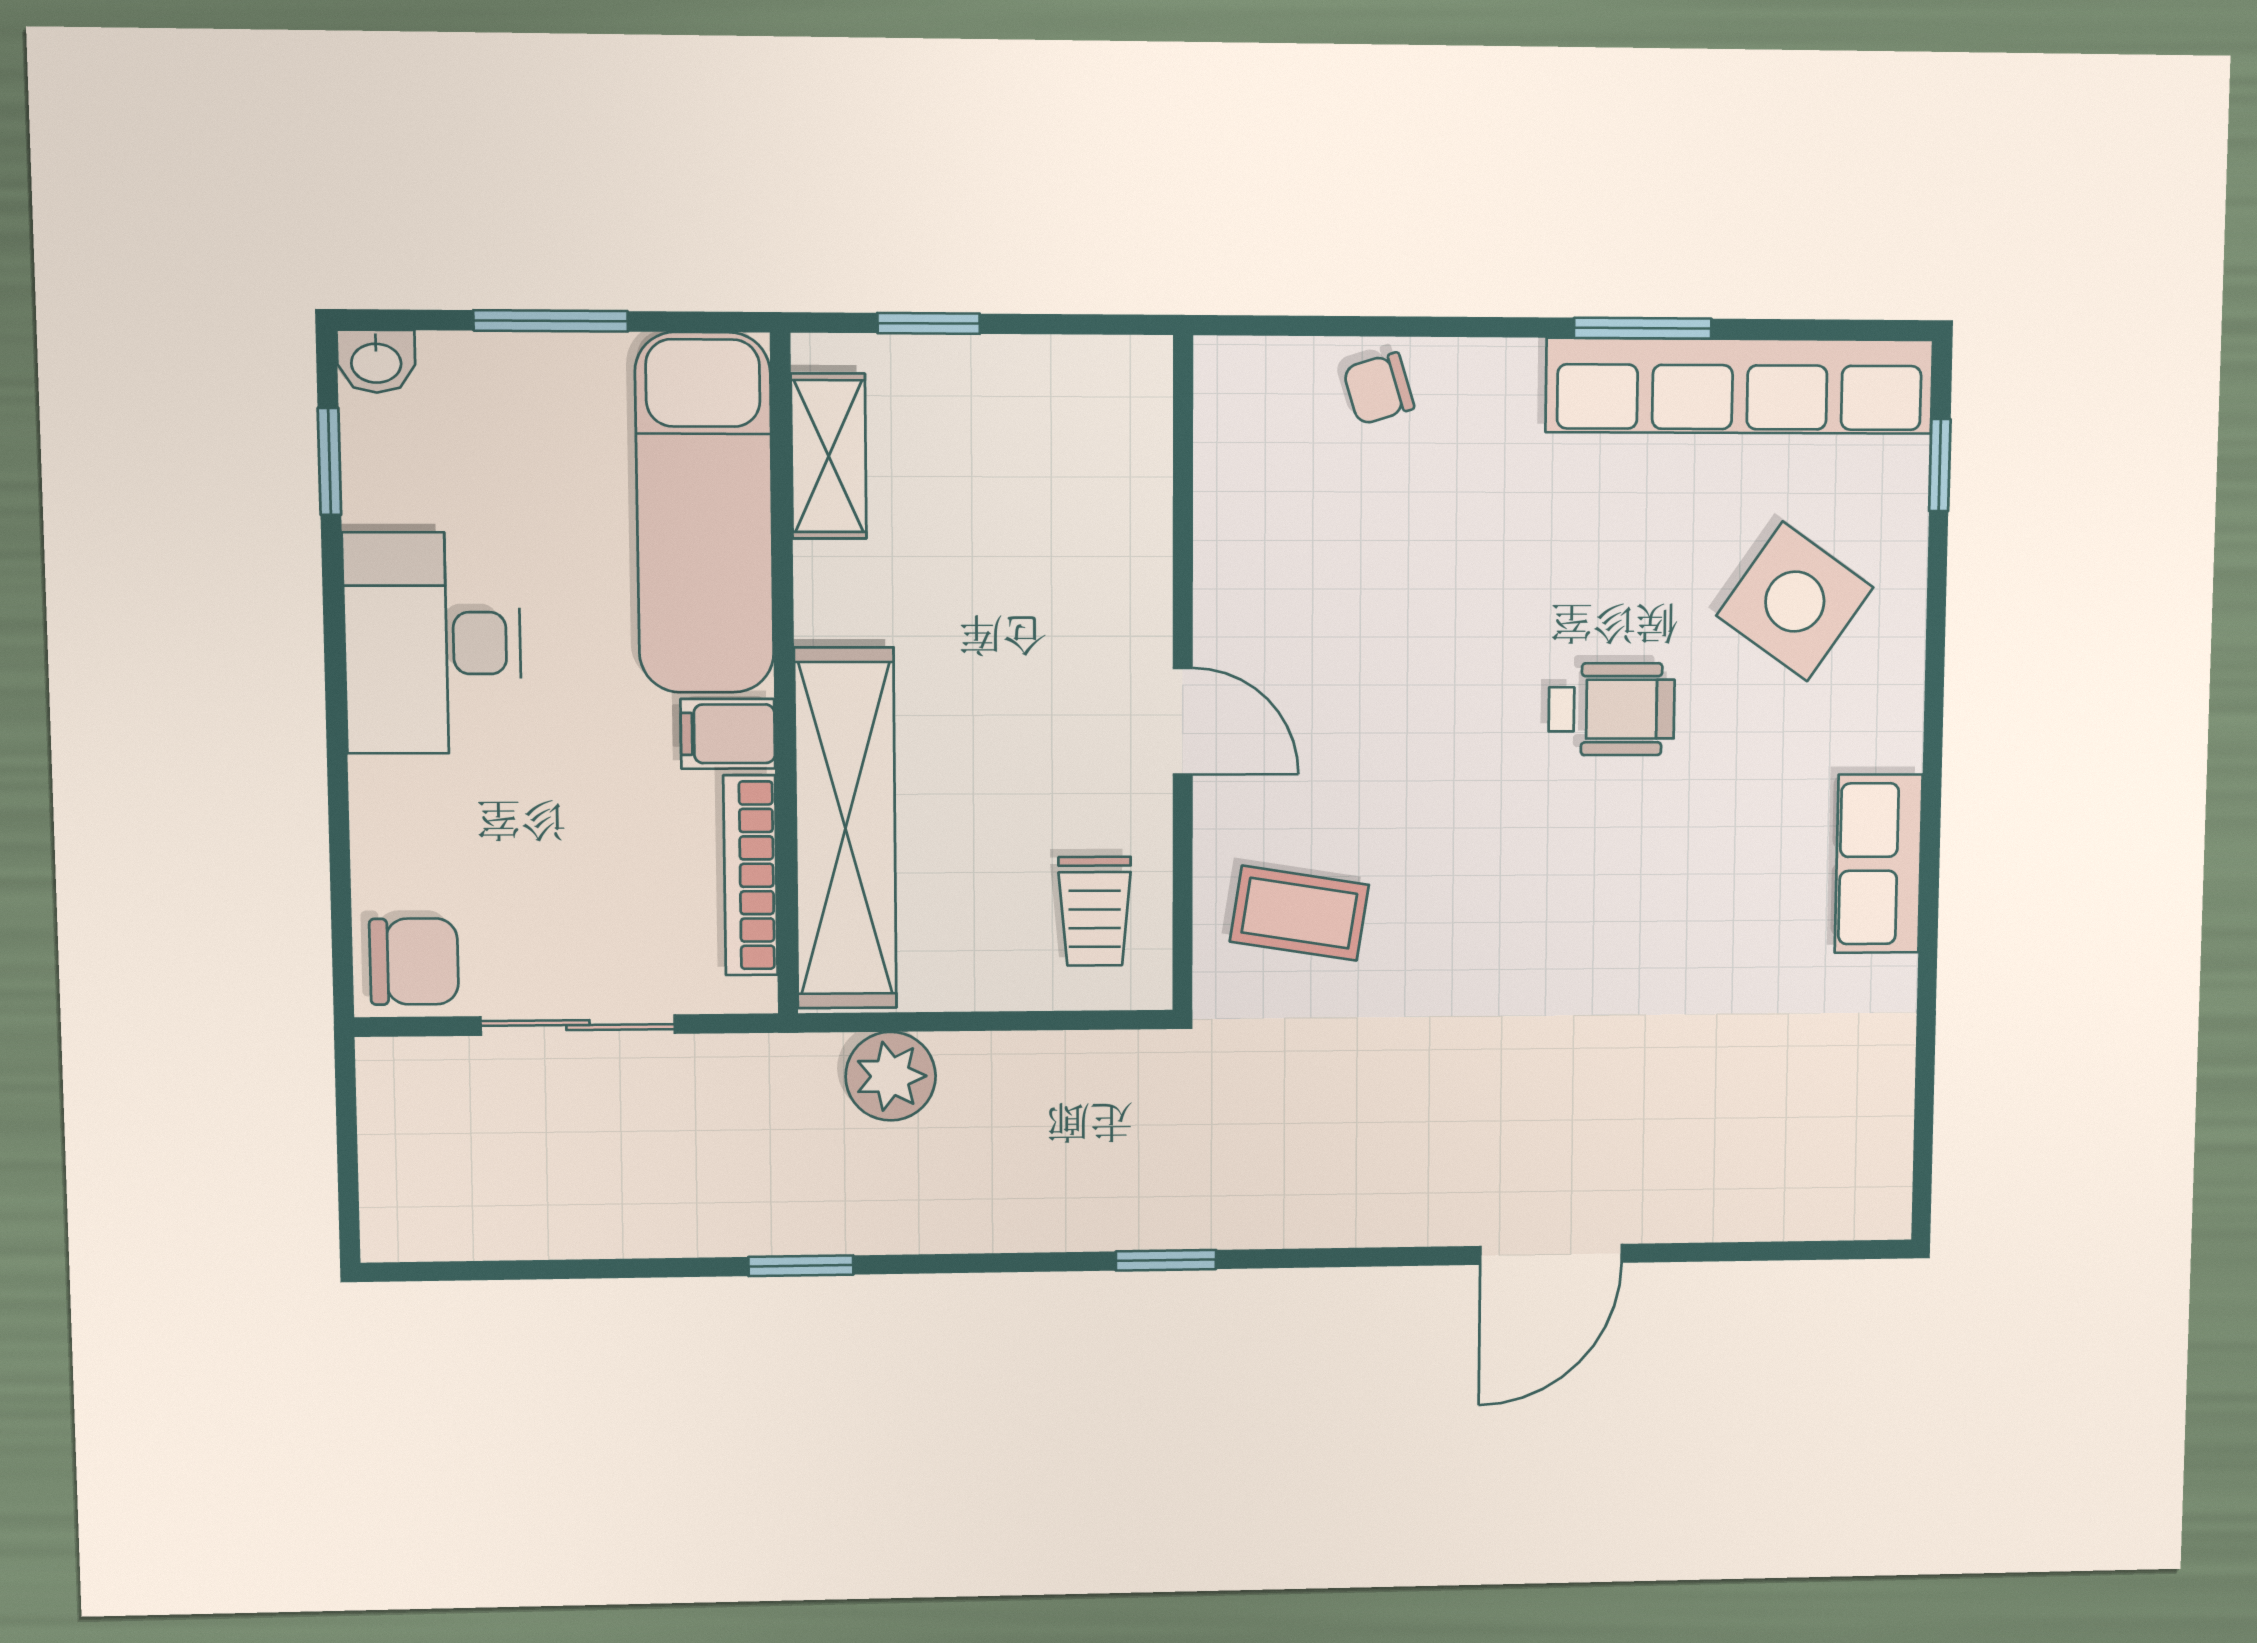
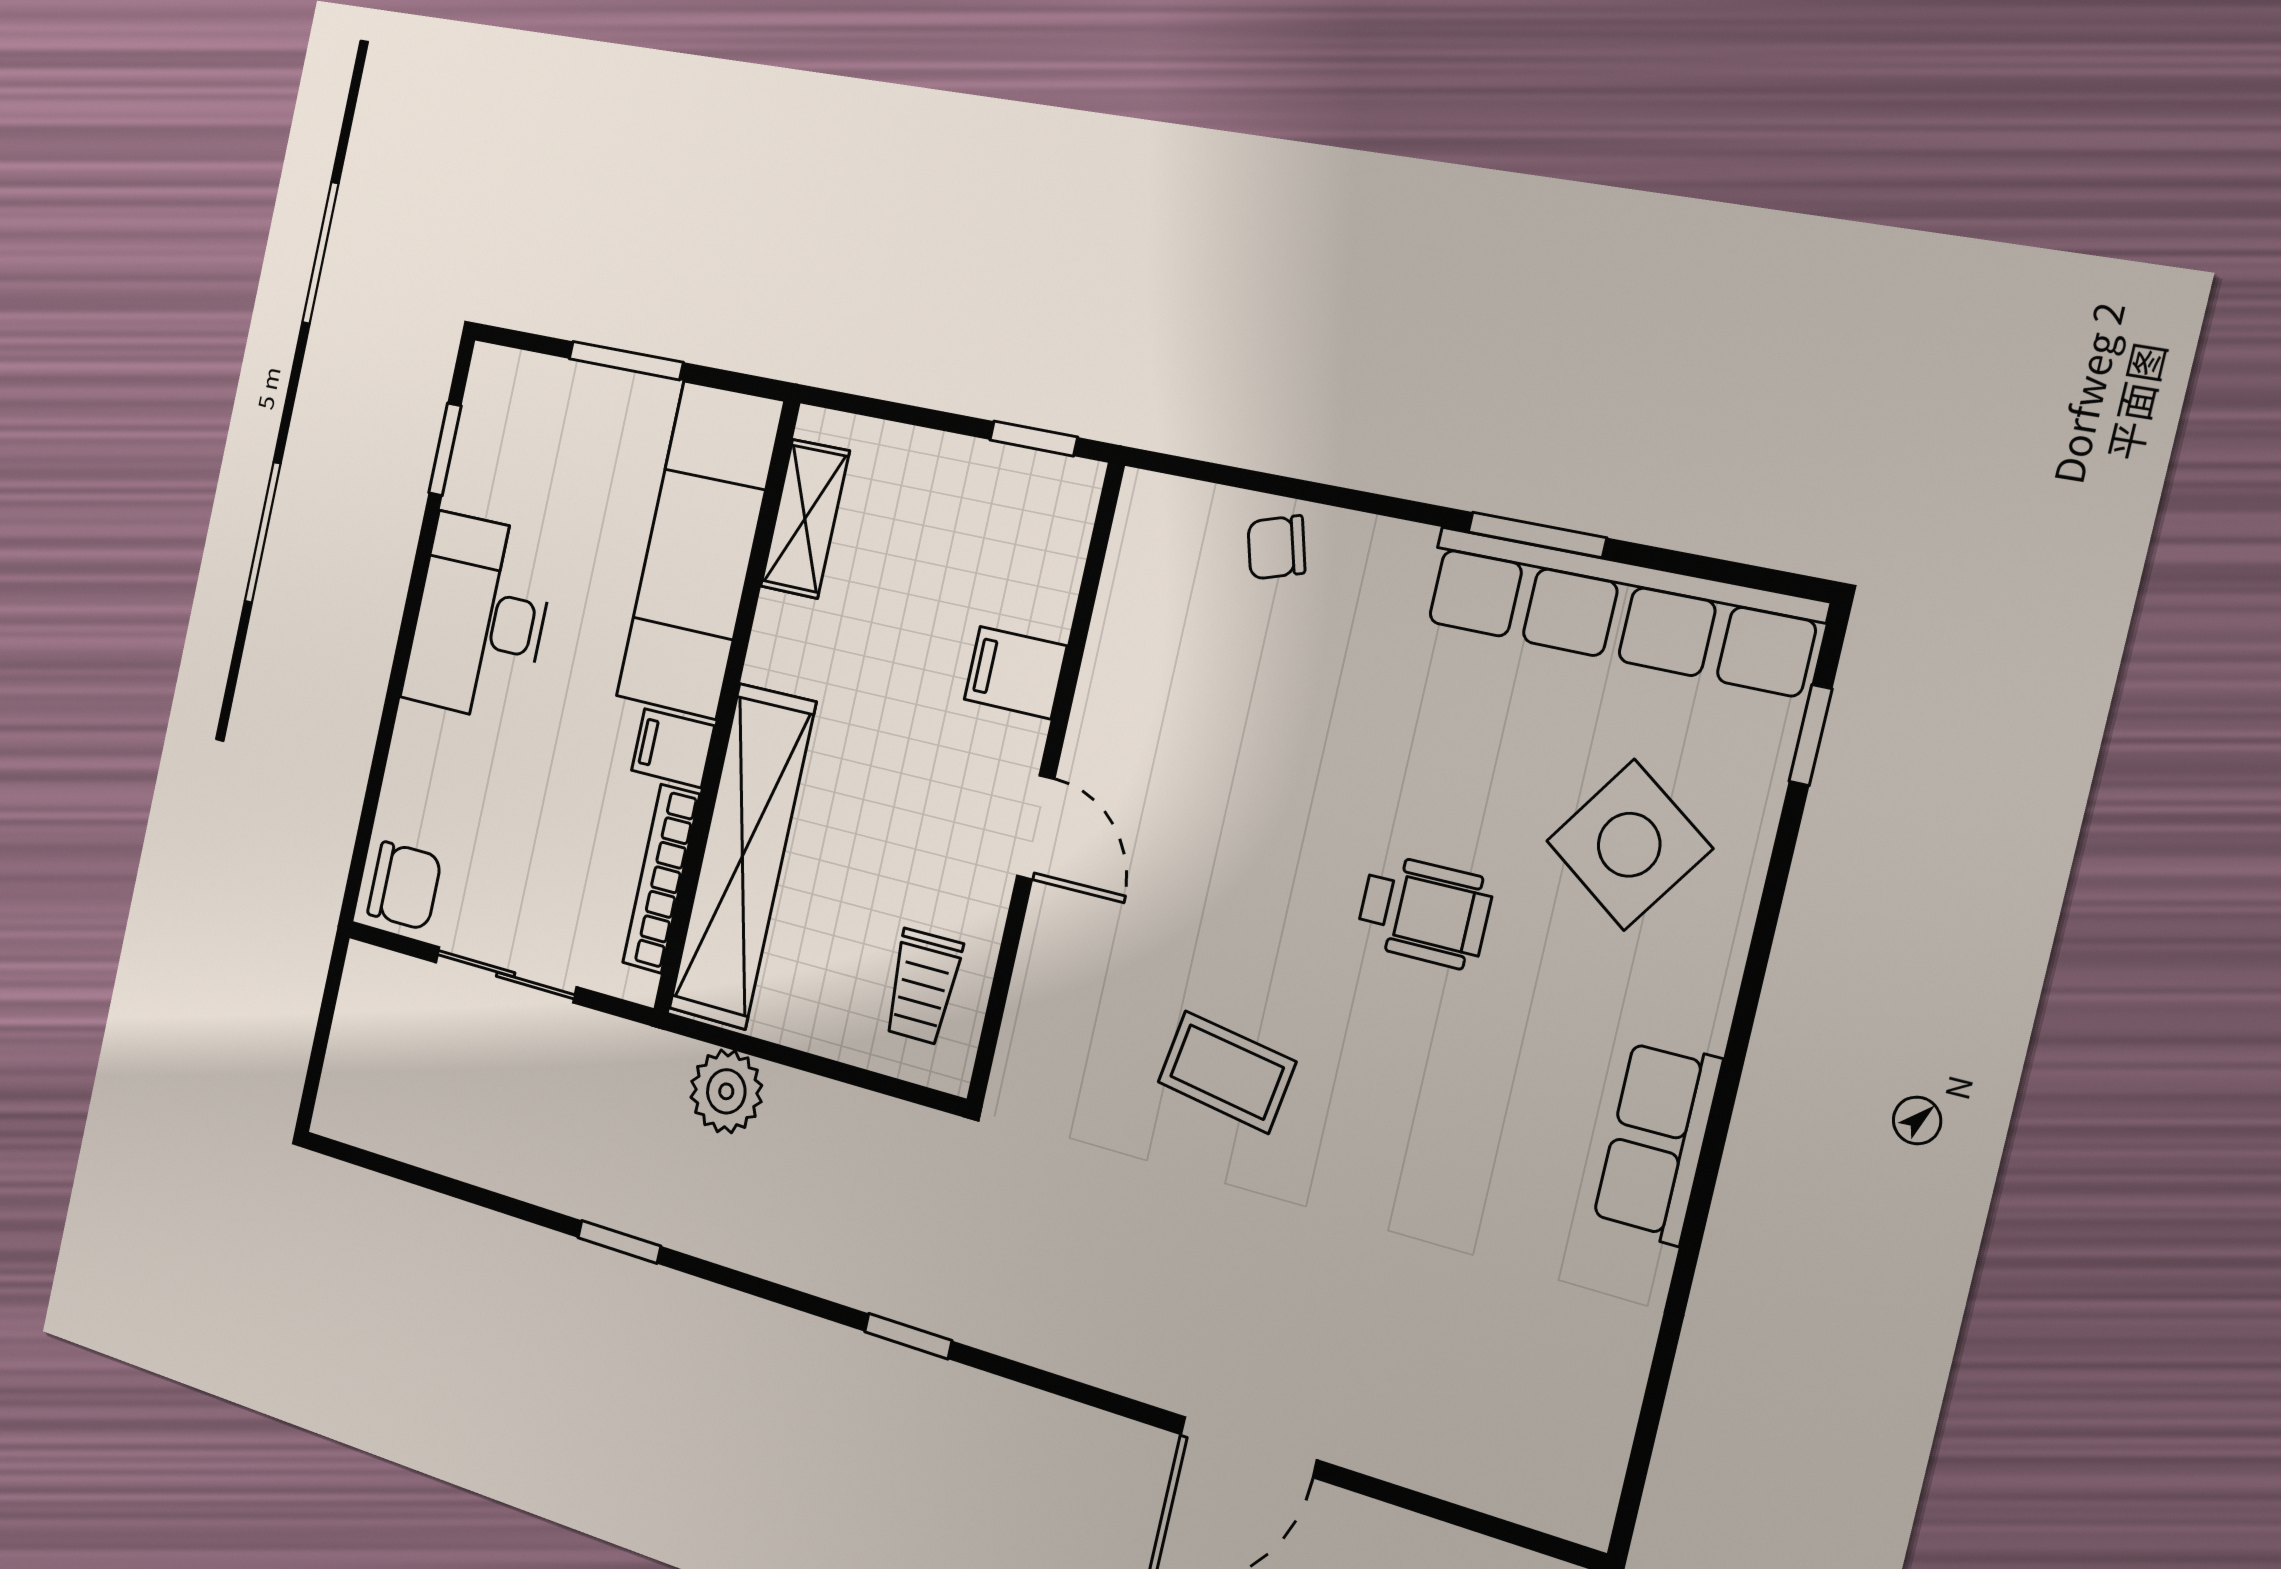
window: (929, 323) -> (1034, 439), moved
washbasin: (376, 361) -> (496, 372), removed
filing cabinet: (1121, 570) -> (1015, 673), added
coffee table: (1299, 913) -> (1227, 1072), moved

